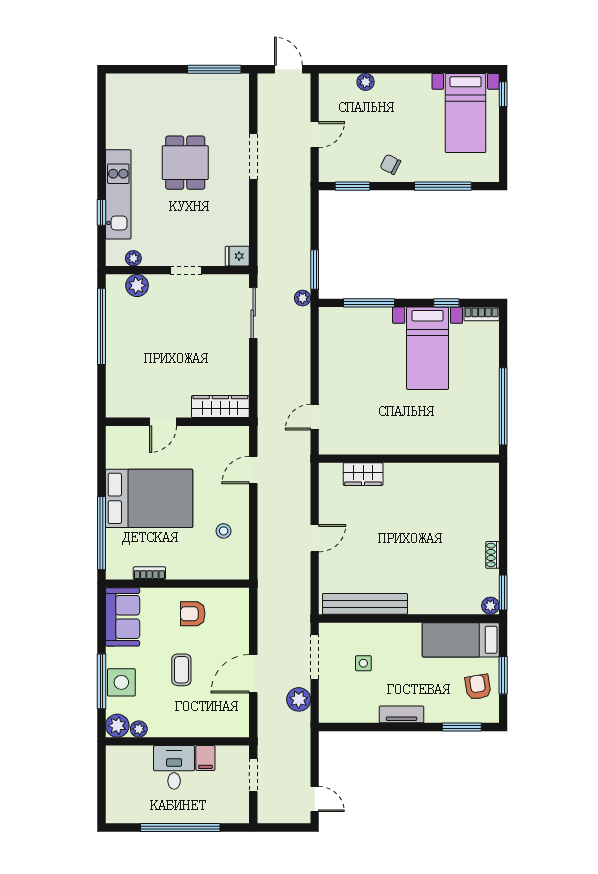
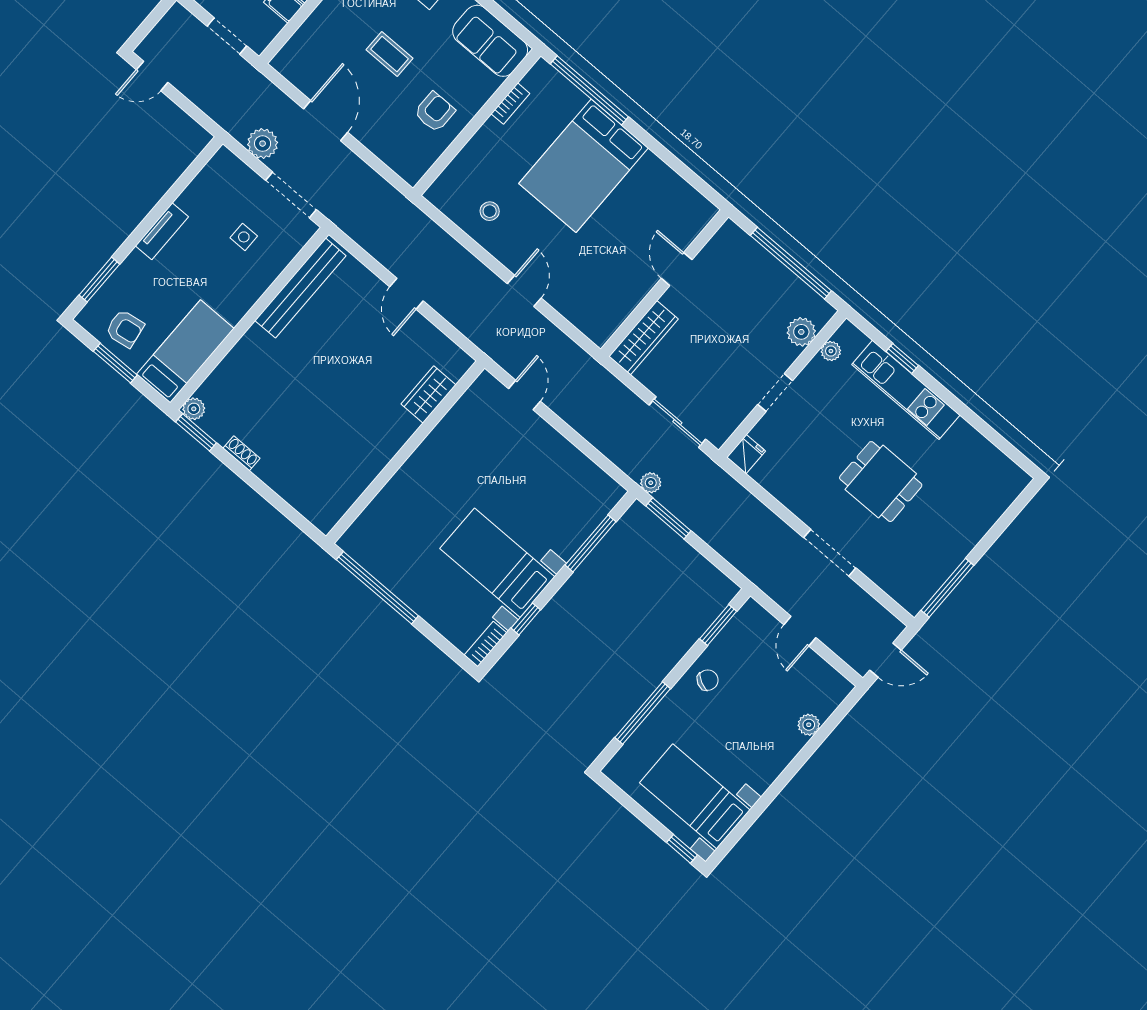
wardrobe: (220, 407) -> (644, 338), moved
door: (163, 422) -> (677, 269), moved
wall: (177, 422) -> (665, 283), moved

